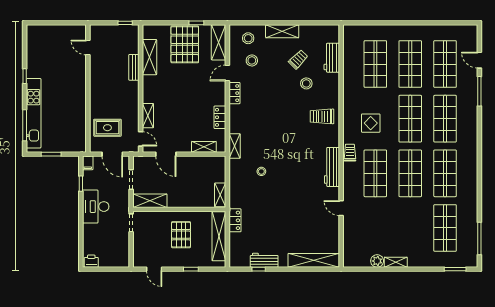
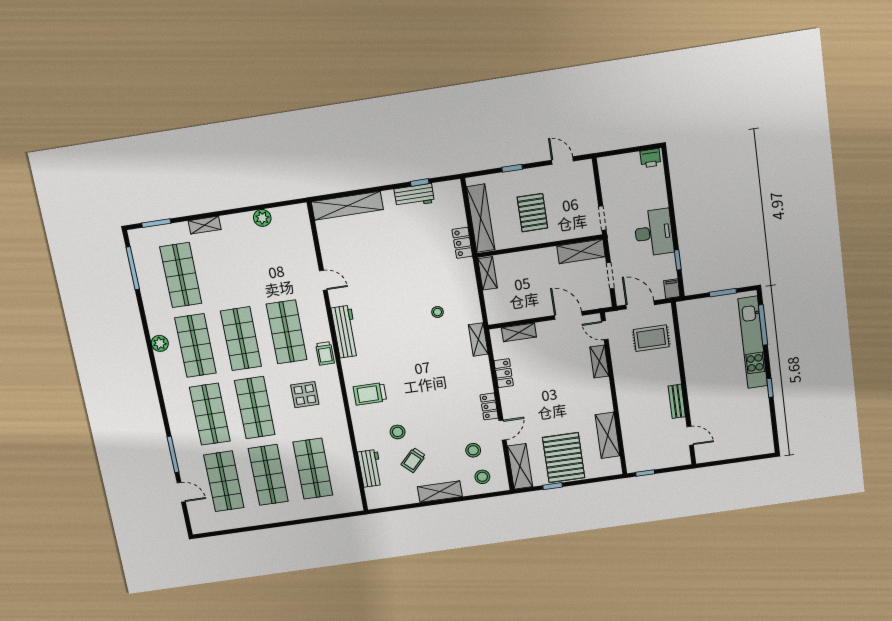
bench: (134, 67) -> (677, 401), moved
trolley: (322, 116) -> (370, 394), turned 180
plant: (471, 179) -> (160, 343), added
shelving: (396, 262) -> (205, 225), moved

